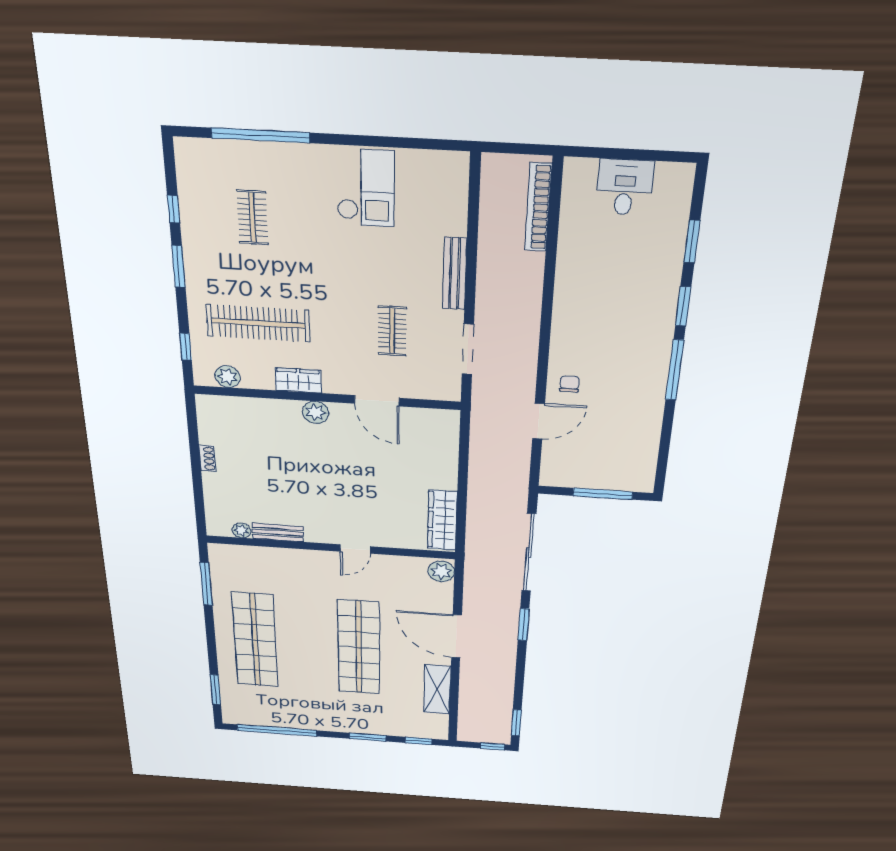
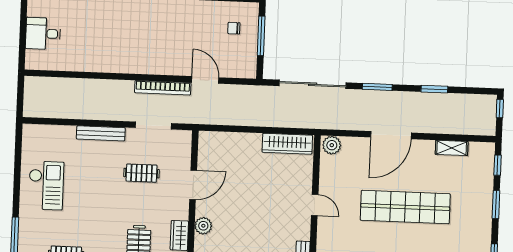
checkout: (366, 188) -> (46, 185), turned 90
bookcase: (538, 207) -> (163, 88), moved
chair: (569, 384) -> (234, 28), moved
shelving: (437, 689) -> (452, 148), width x0.67, depth x0.75
window: (516, 723) -> (434, 89), moved

